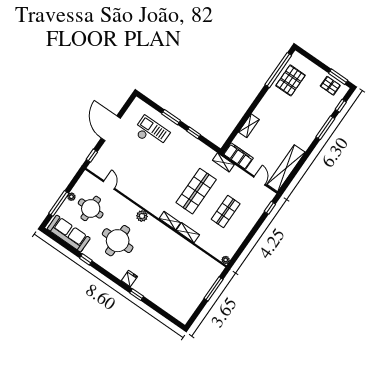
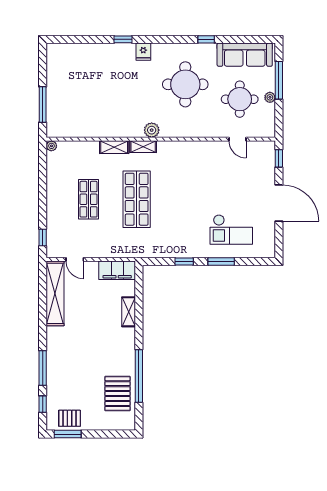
window: (278, 70) -> (139, 376), moved
shelving: (223, 162) -> (129, 252), removed
plant: (142, 216) -> (152, 130), moved

